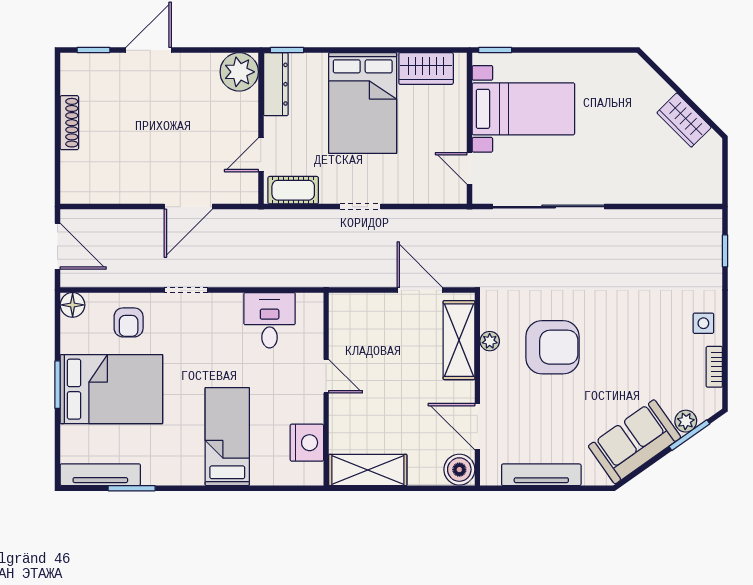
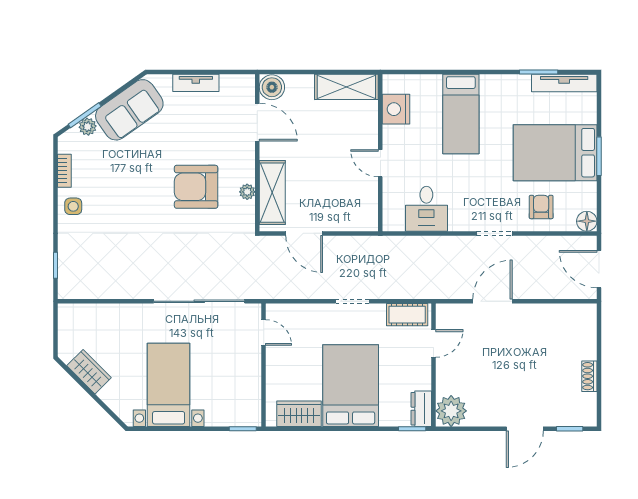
dresser: (276, 84) -> (421, 409), width x0.70
bed with nightstands: (523, 109) -> (169, 385), moved, turned 90
shoe rack: (69, 123) -> (589, 376), width x0.70
tv unit: (541, 475) -> (196, 83), width x0.71

